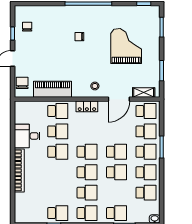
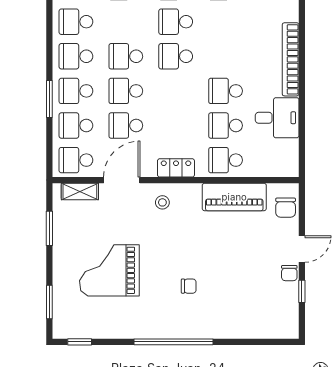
chair: (27, 27) -> (289, 273), moved
grand piano: (126, 46) -> (109, 270), turned 90
school desk: (87, 152) -> (126, 126), moved

